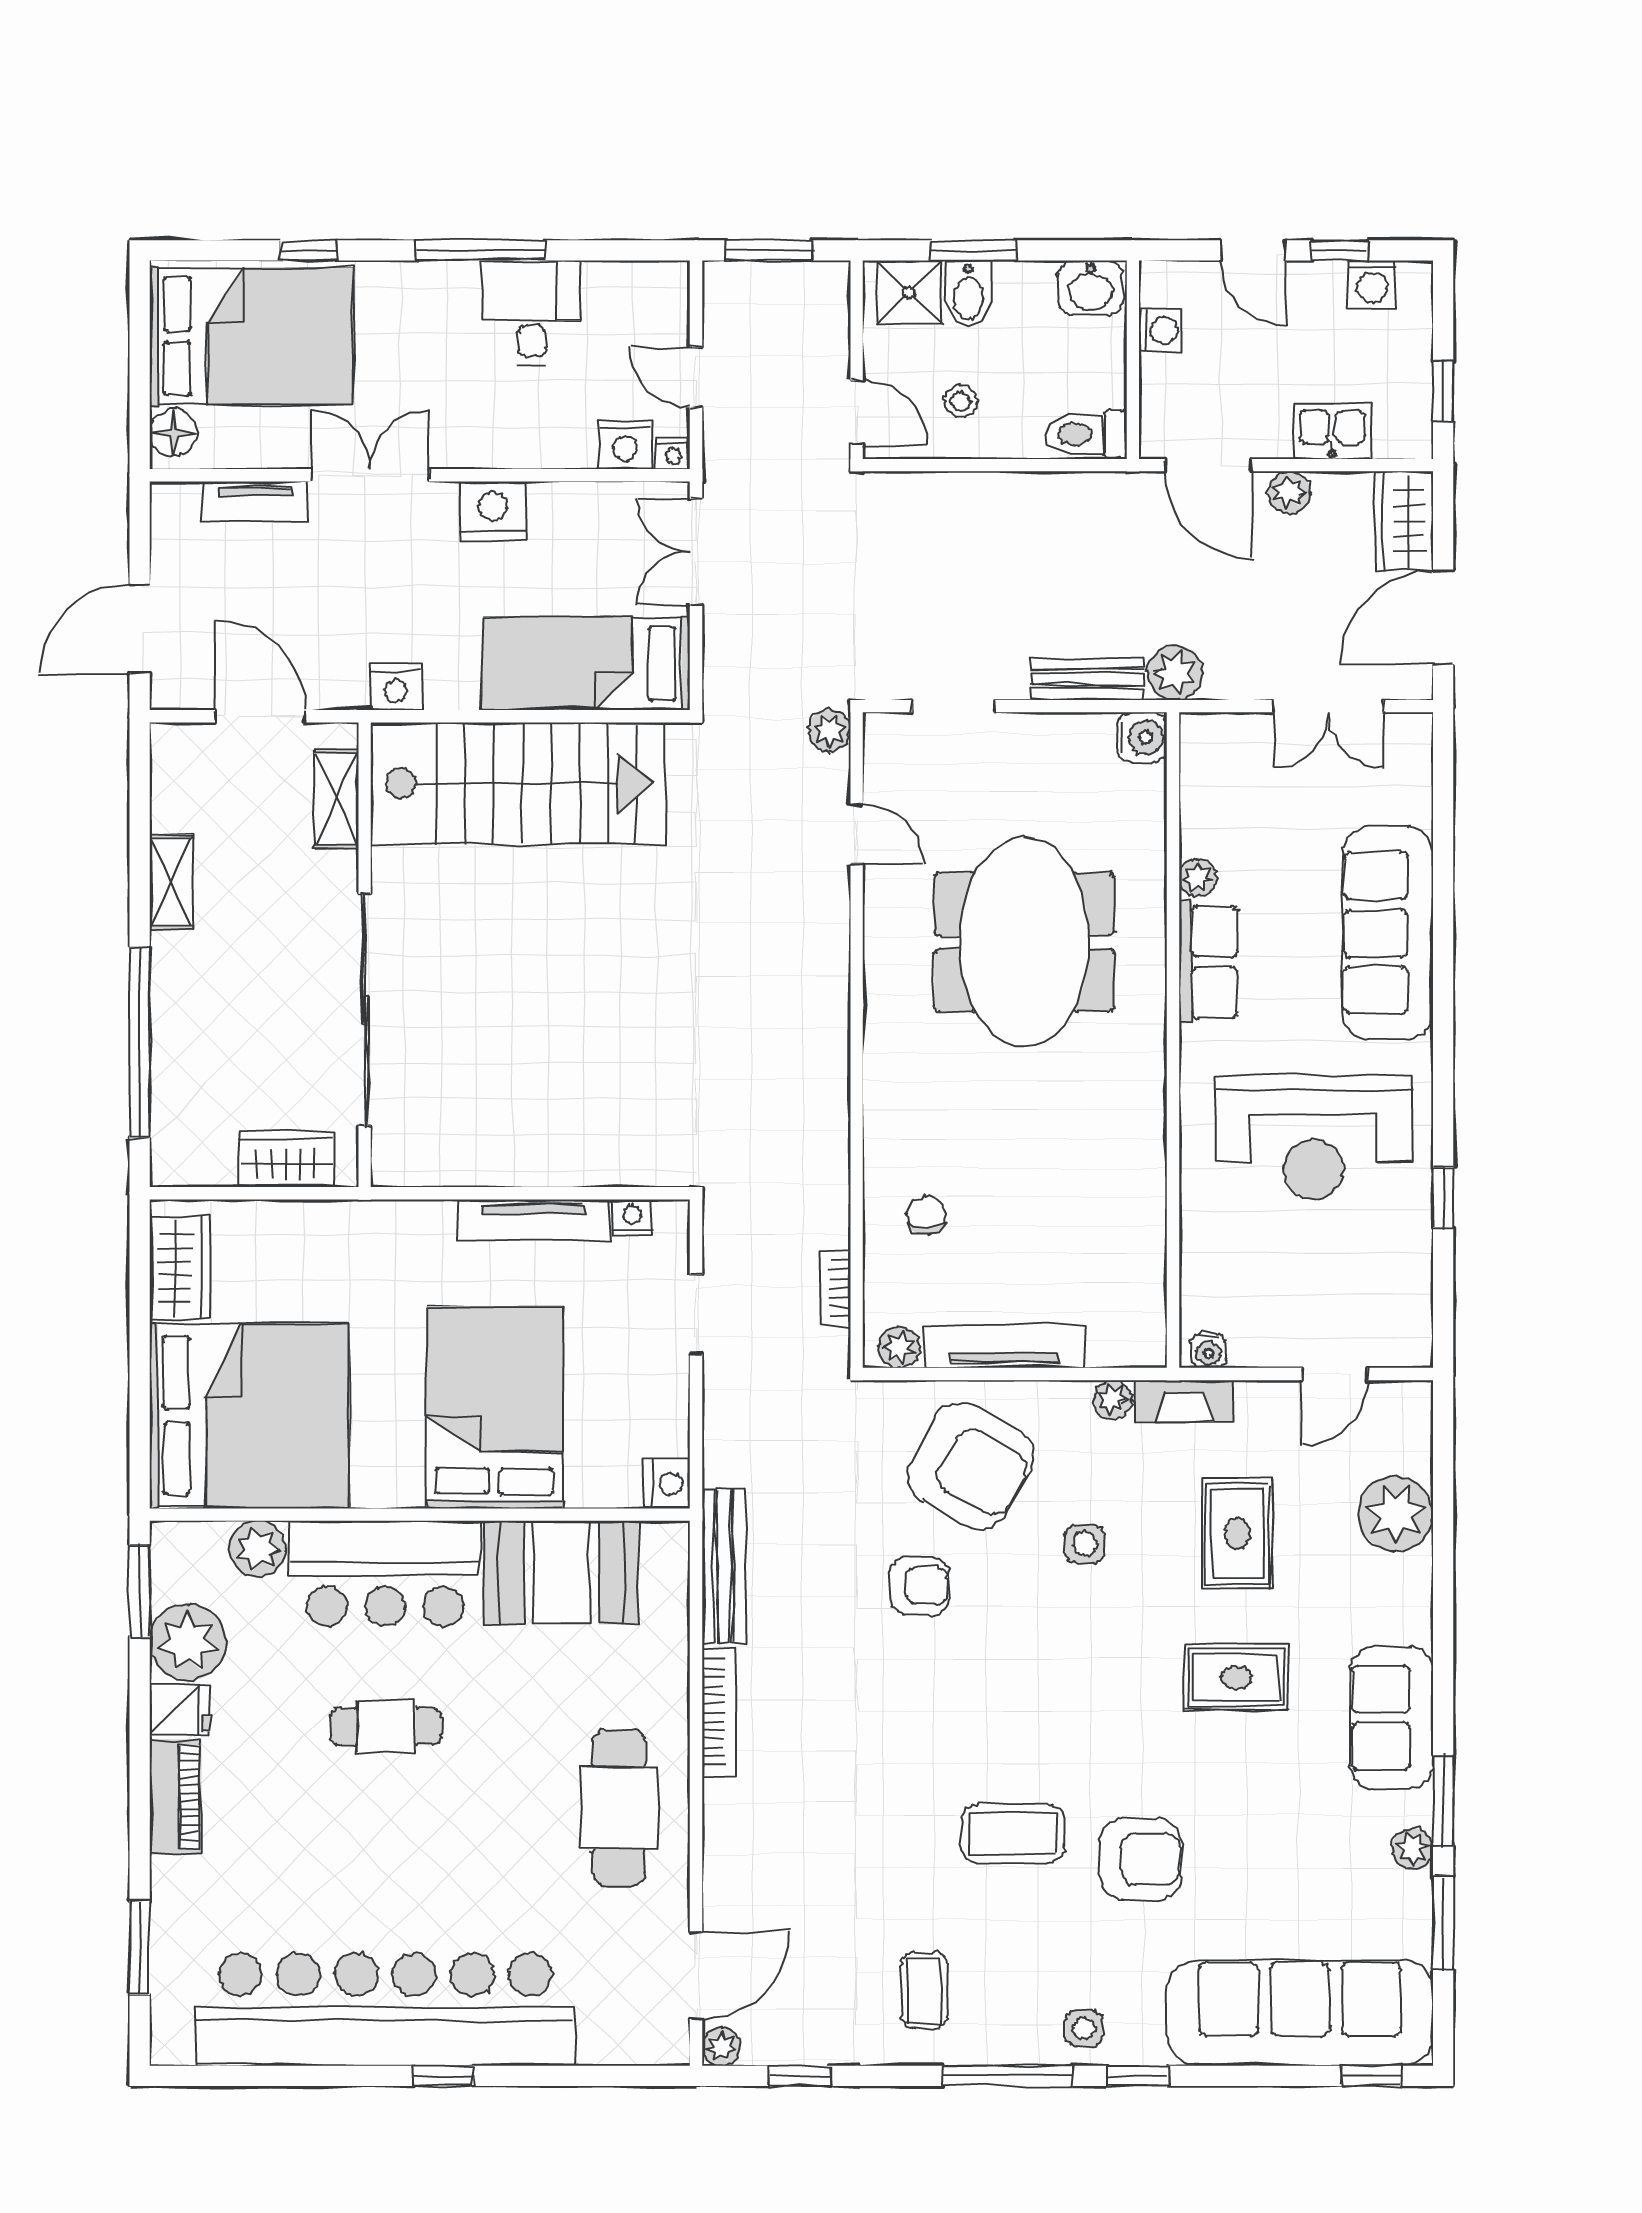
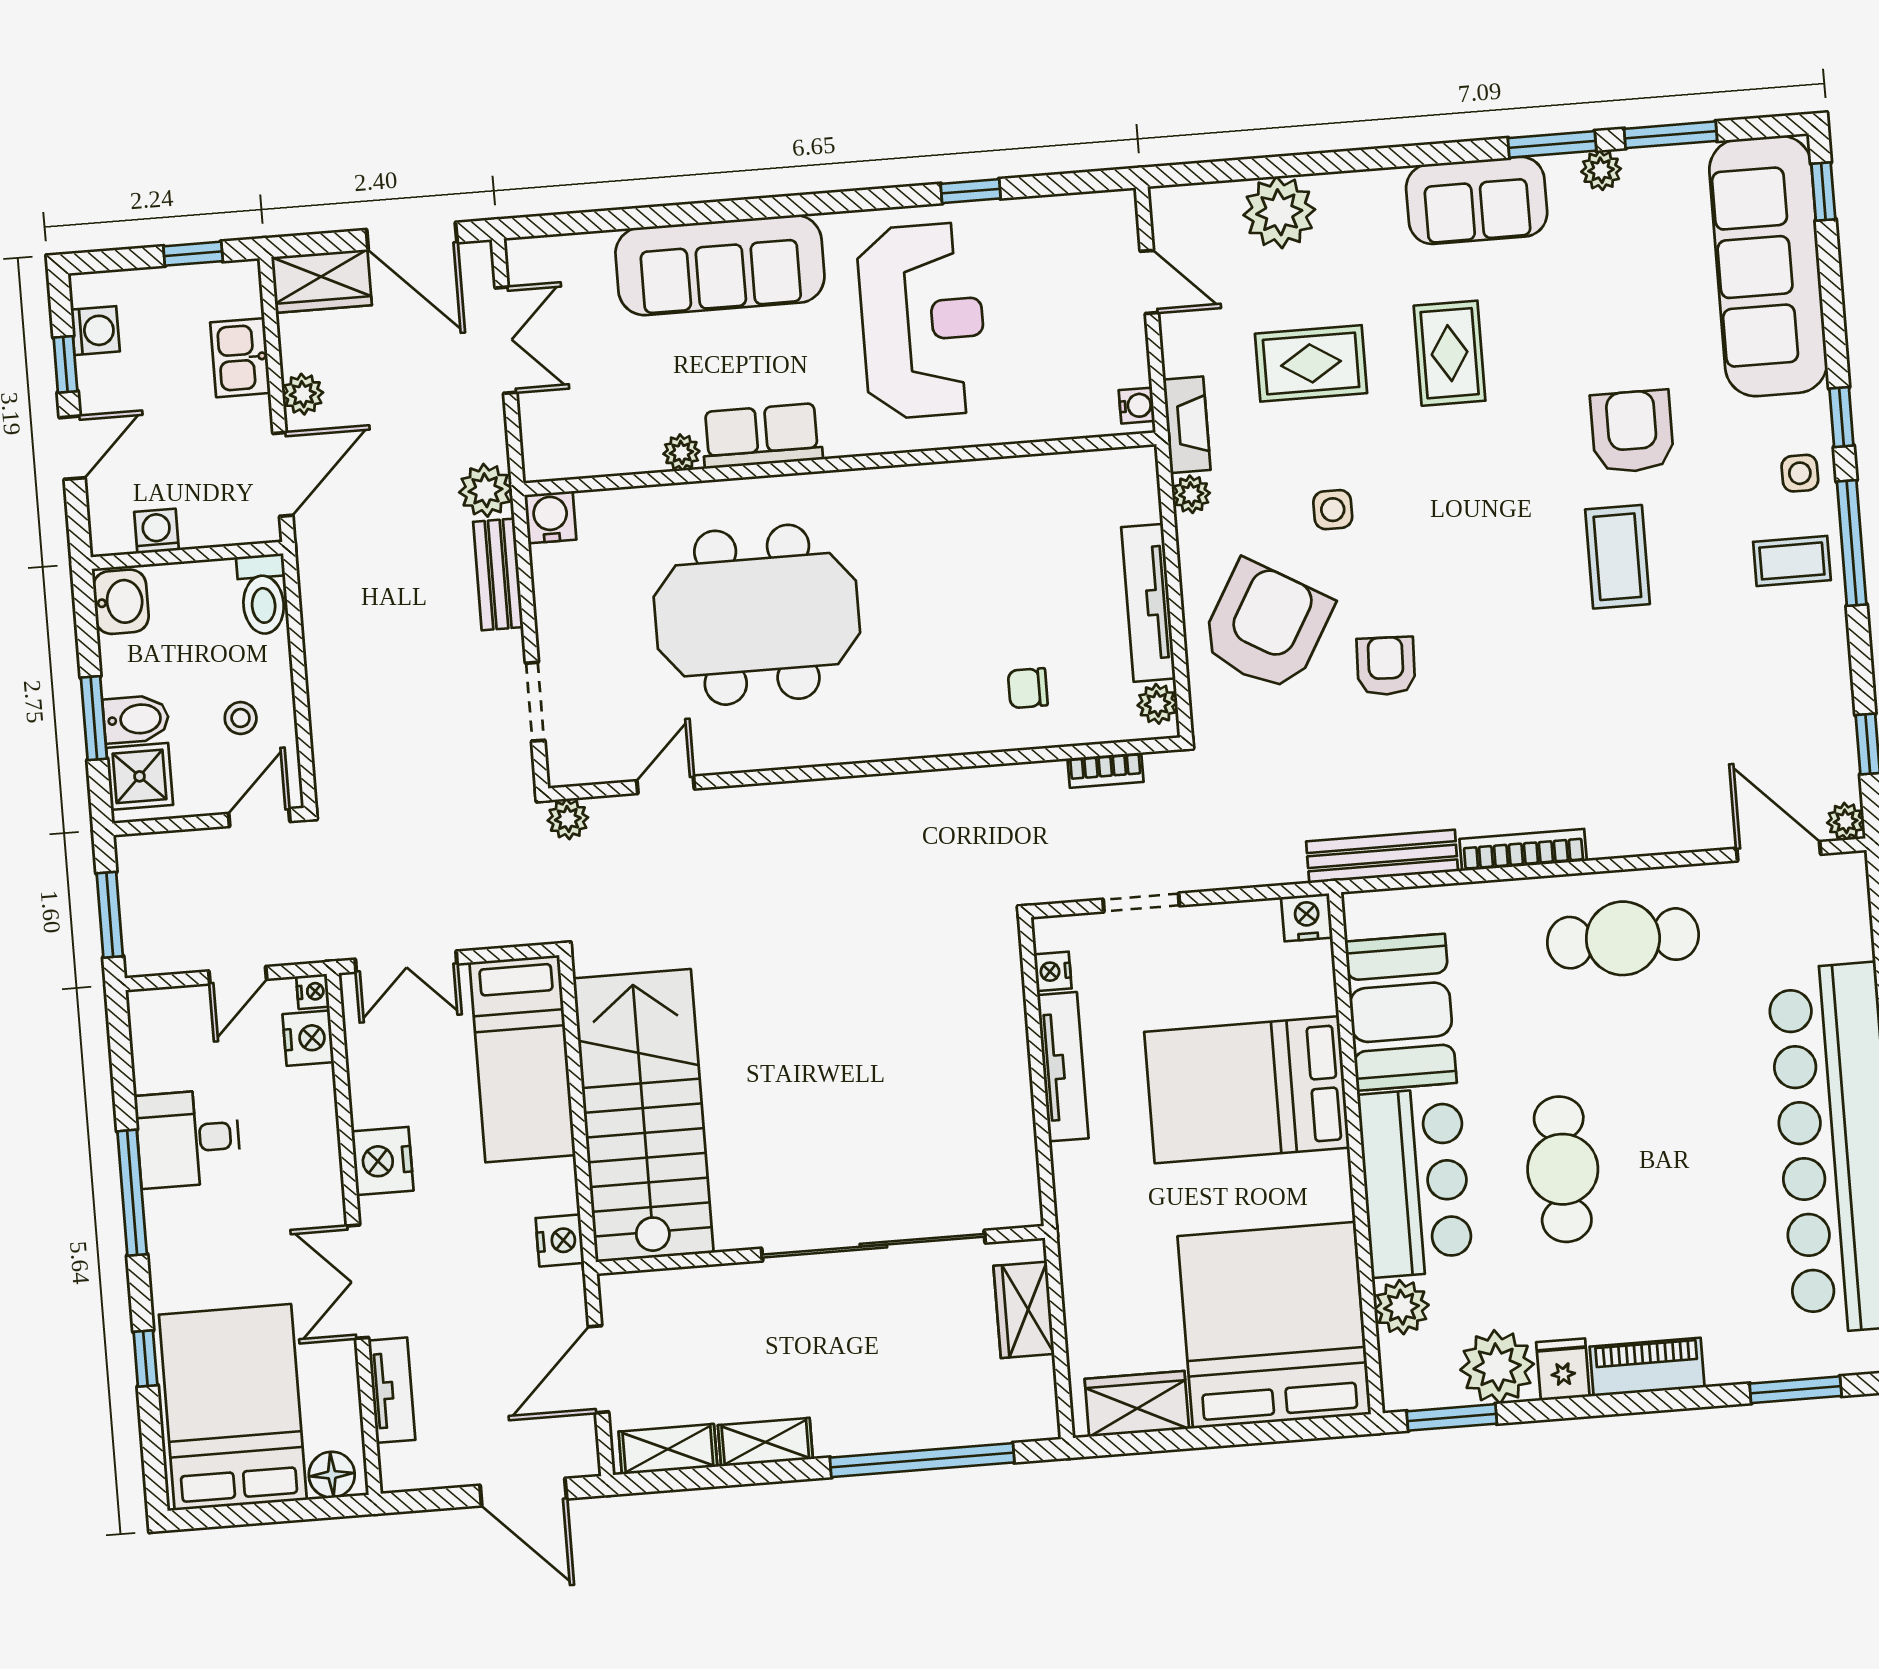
shelving: (336, 799) -> (668, 1449), moved
cafe table: (386, 1726) -> (1563, 1169), width x1.37, depth x1.35
coffee table: (924, 1991) -> (1792, 561), moved

